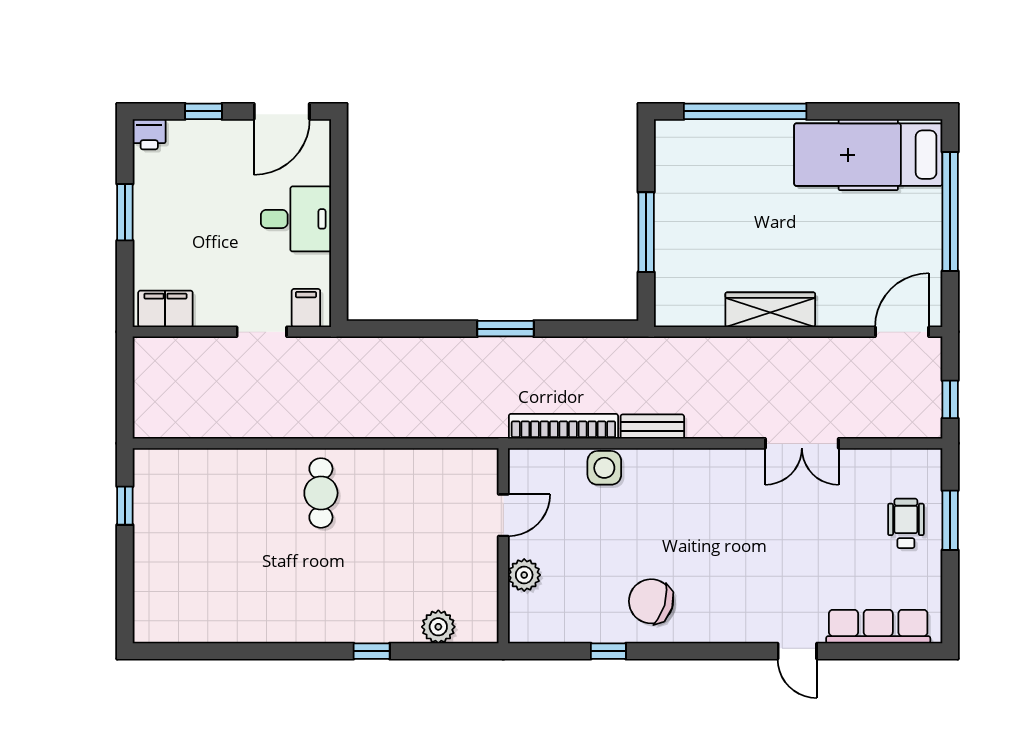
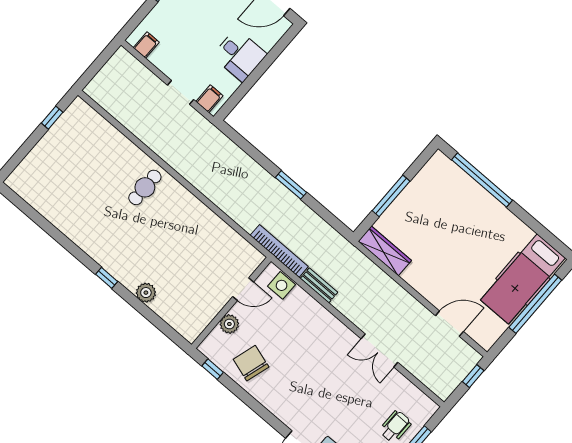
hospital bed: (868, 155) -> (523, 279), moved, turned -90
filing cabinet: (165, 309) -> (146, 45), width x0.50
wardrobe: (770, 310) -> (385, 251), moved
door: (902, 332) -> (449, 324), moved
window: (950, 399) -> (473, 376), moved
door: (503, 515) -> (243, 289), moved
wall: (503, 546) -> (231, 303), moved
plant: (524, 575) -> (229, 324), moved

